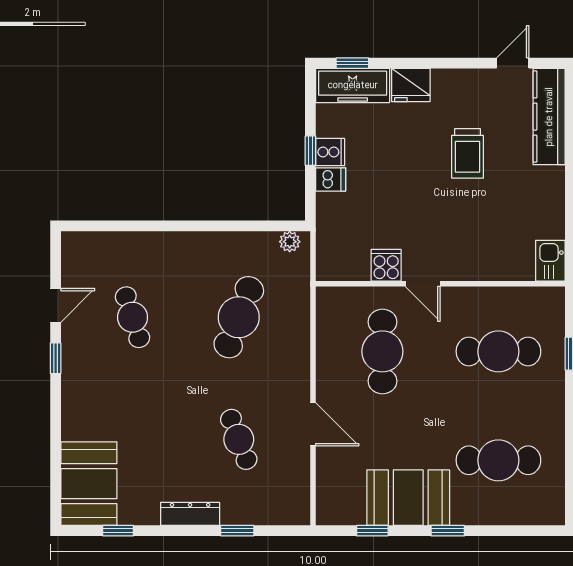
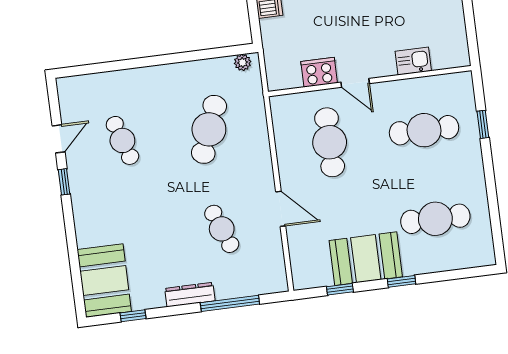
kitchen sink: (550, 261) -> (413, 61), moved, turned 90
cooker: (386, 265) -> (319, 72), width x1.36
window: (237, 531) -> (230, 303), width x2.17

